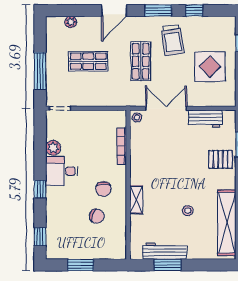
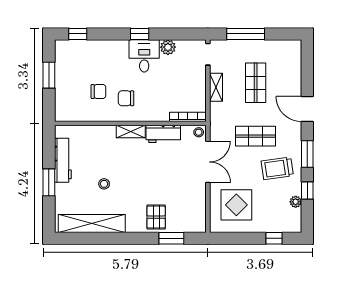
plant: (71, 22) -> (296, 202), moved
display table: (210, 67) -> (236, 205), moved
shelving: (93, 100) -> (216, 87), added
workbench: (205, 119) -> (163, 134), moved, turned -90
bookcase: (122, 146) -> (188, 117), moved
window: (40, 189) -> (140, 34), moved
shelving: (136, 200) -> (131, 131), moved
chair: (97, 216) -> (98, 91), turned -107
window: (168, 265) -> (49, 182), moved

